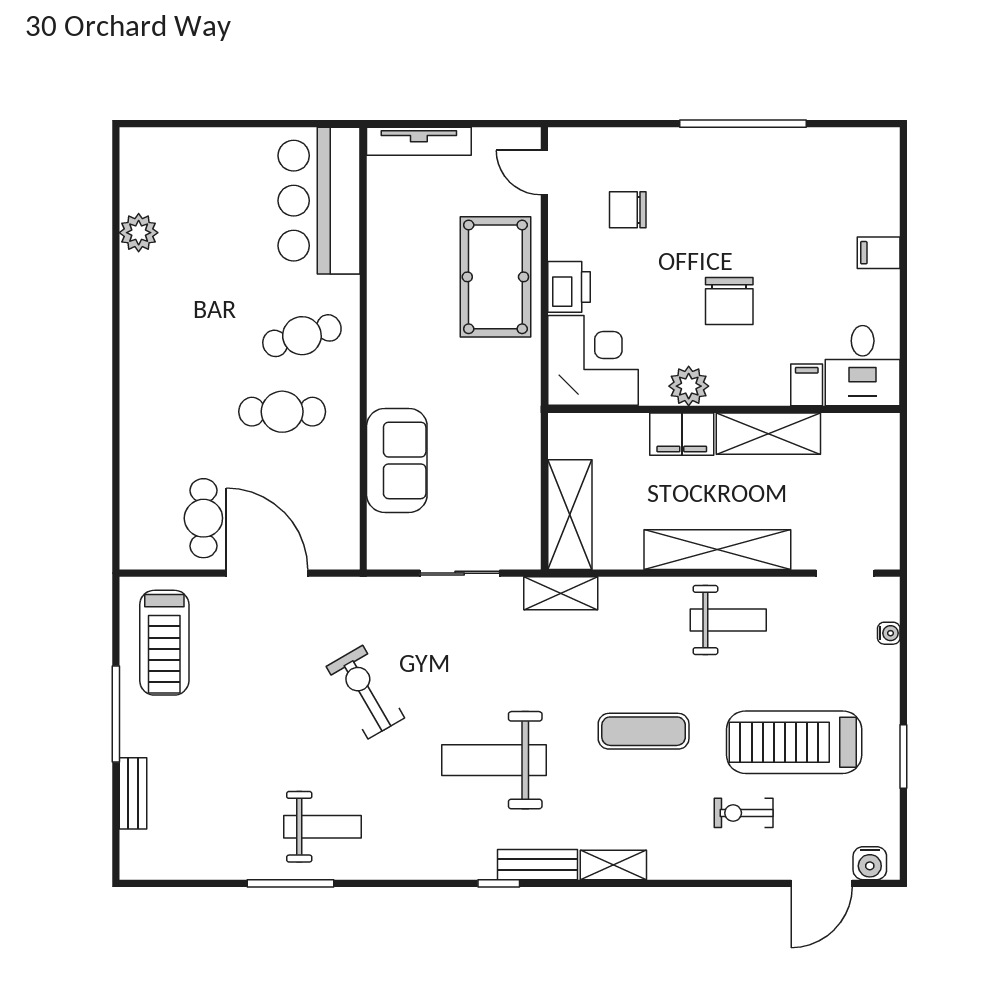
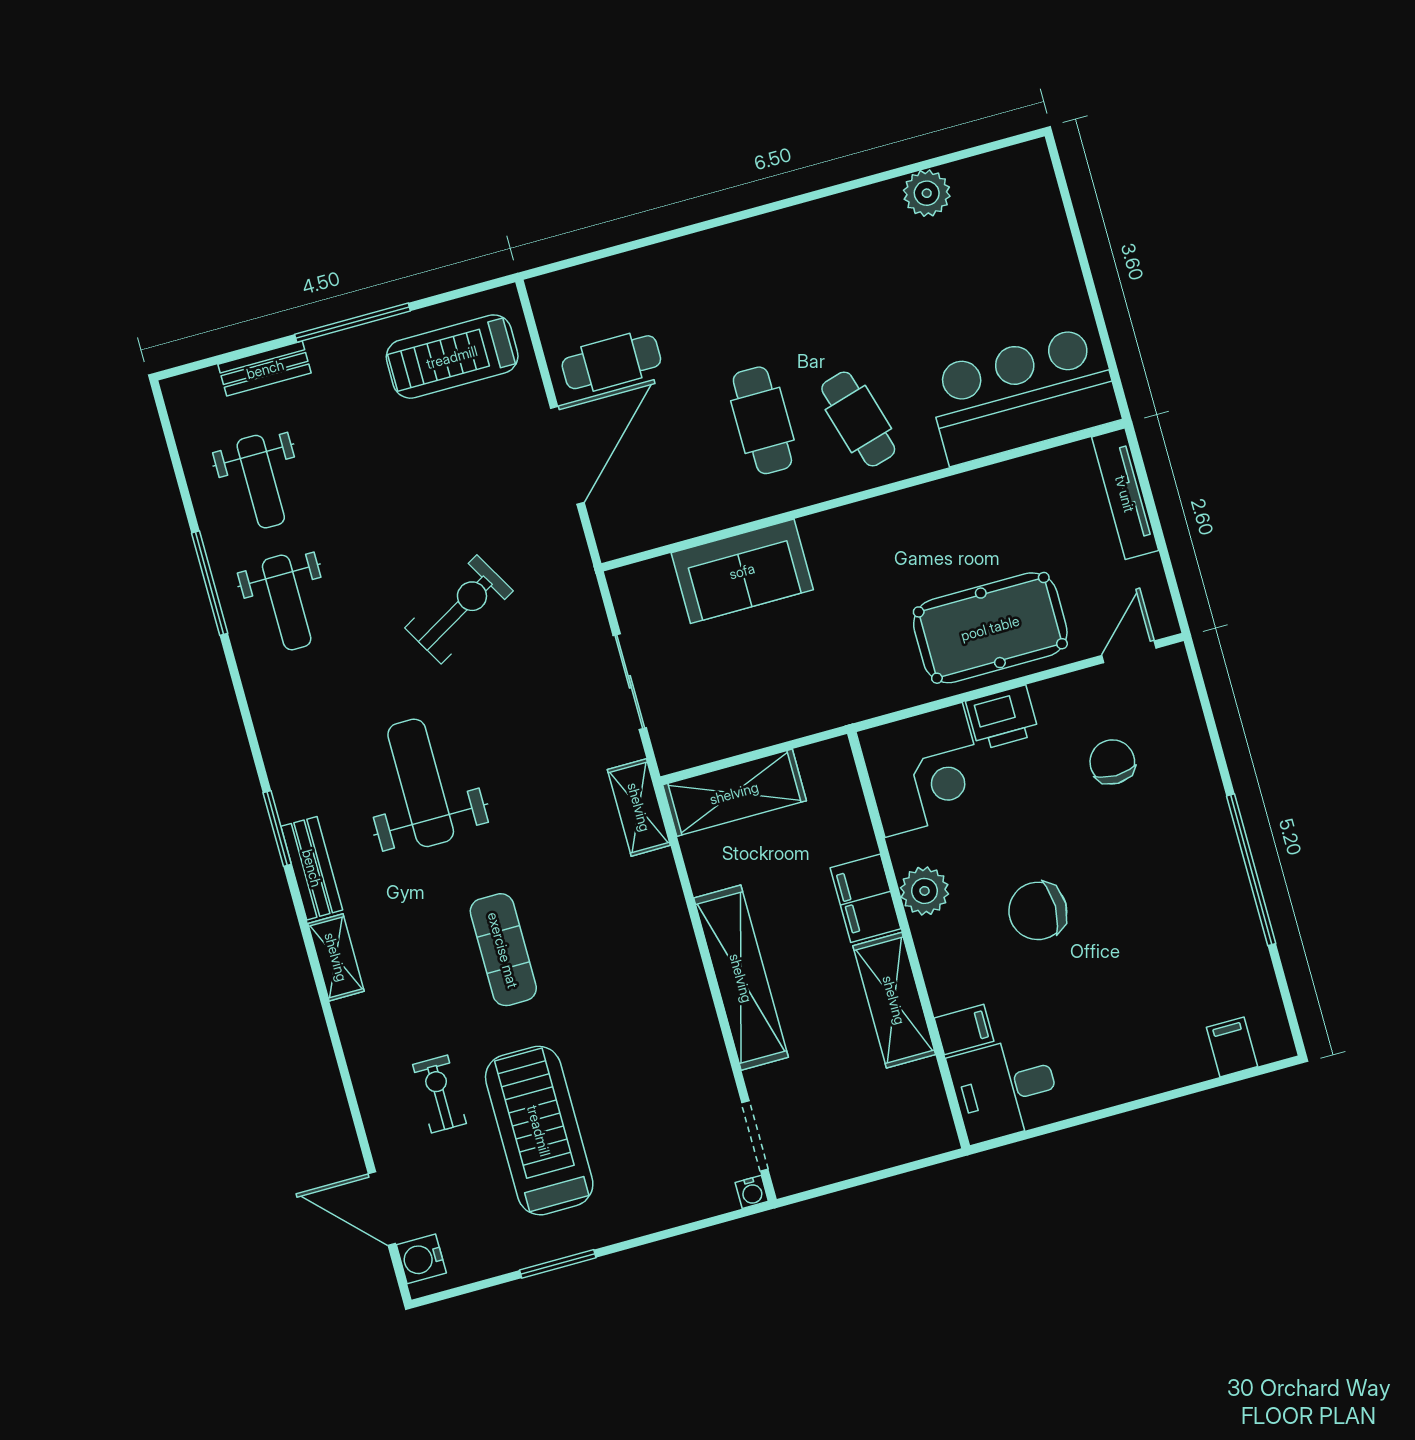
filing cabinet: (879, 253) -> (1232, 1047), moved
weight bench: (728, 620) -> (261, 482), moved
water cooler: (889, 633) -> (752, 1192), moved
window: (499, 883) -> (277, 828), width x1.50

